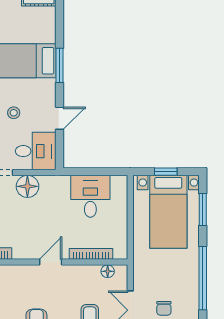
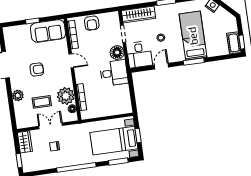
door: (60, 118) -> (161, 66), swing flipped
desk: (90, 196) -> (114, 73), moved
door: (51, 262) -> (71, 61), moved
plant: (86, 279) -> (66, 96), added

